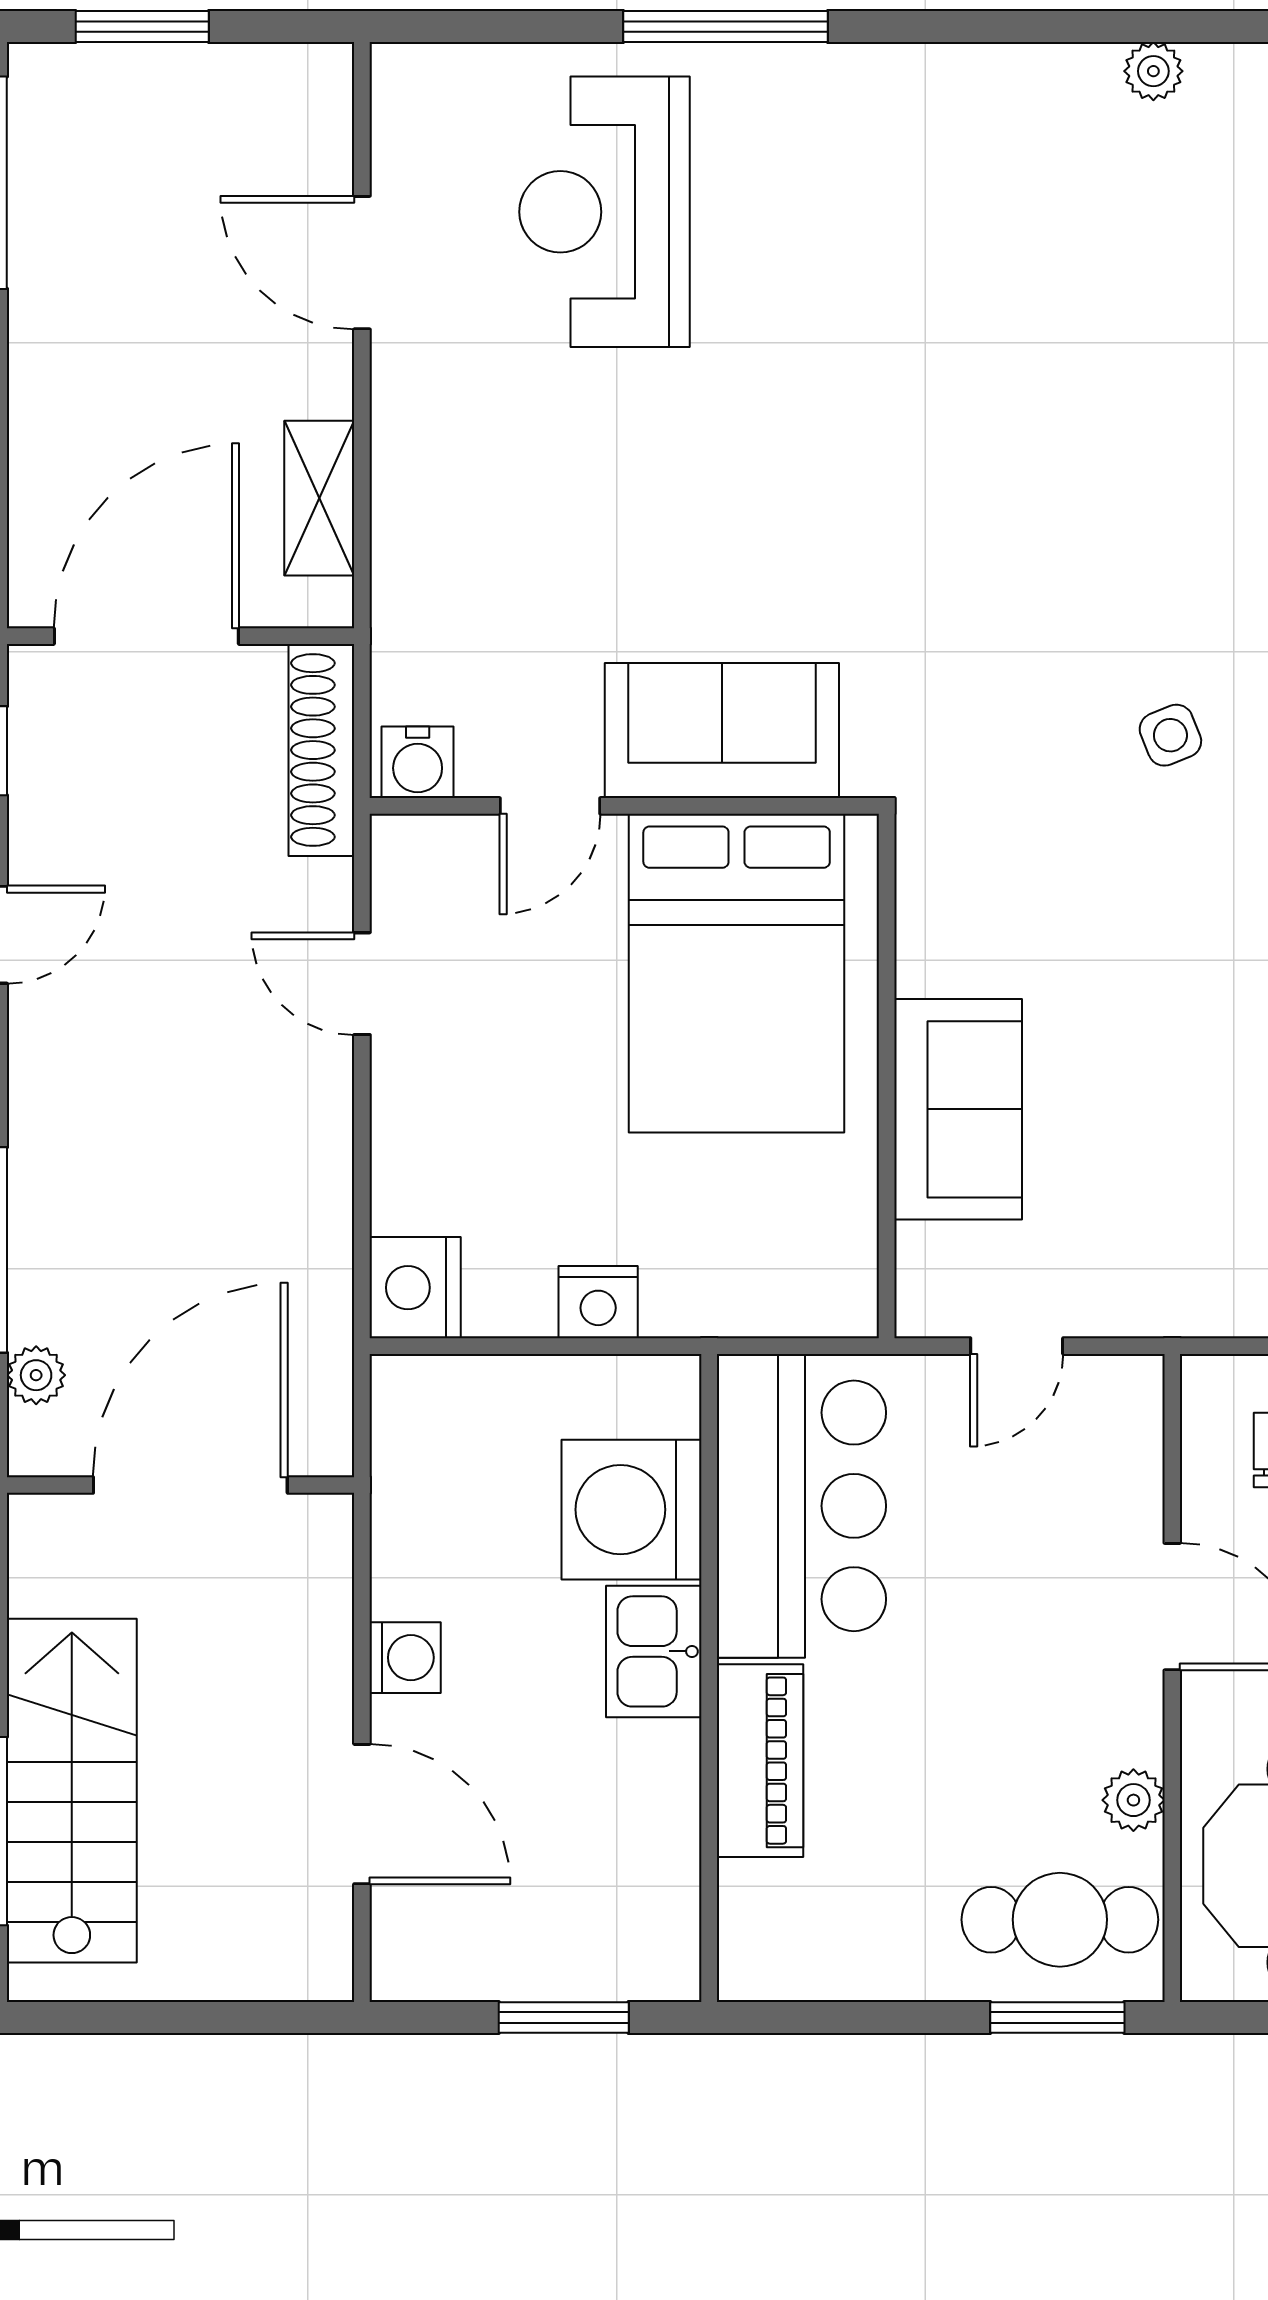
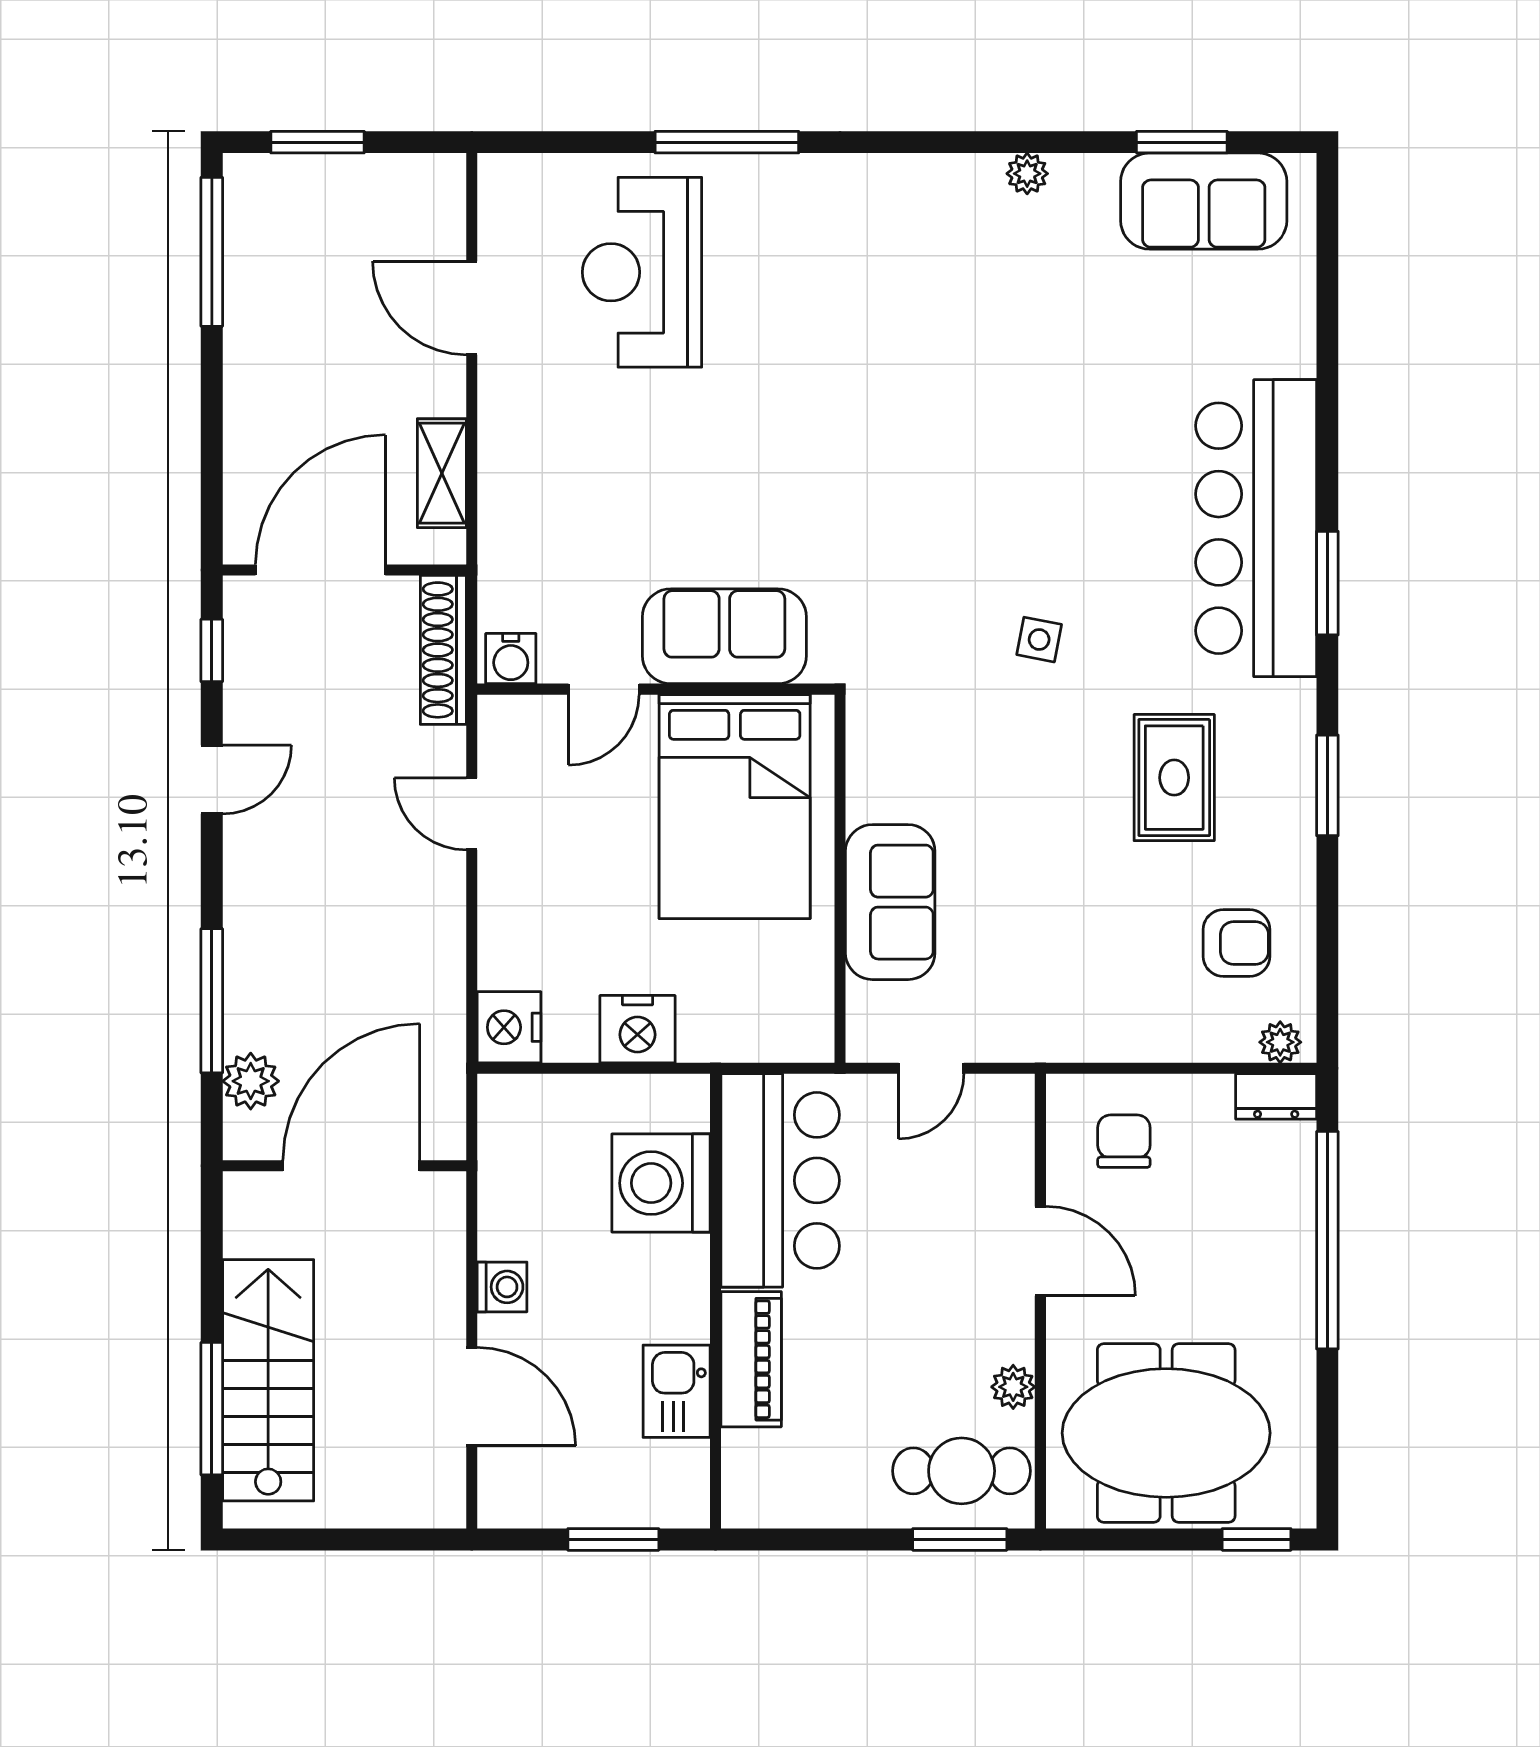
side table: (1170, 735) -> (1039, 640), turned 33
nightstand: (598, 1302) -> (637, 1029), width x1.36, depth x1.33
plant: (36, 1375) -> (251, 1081), width x1.38, depth x1.38
kitchen sink: (654, 1651) -> (677, 1391), moved

